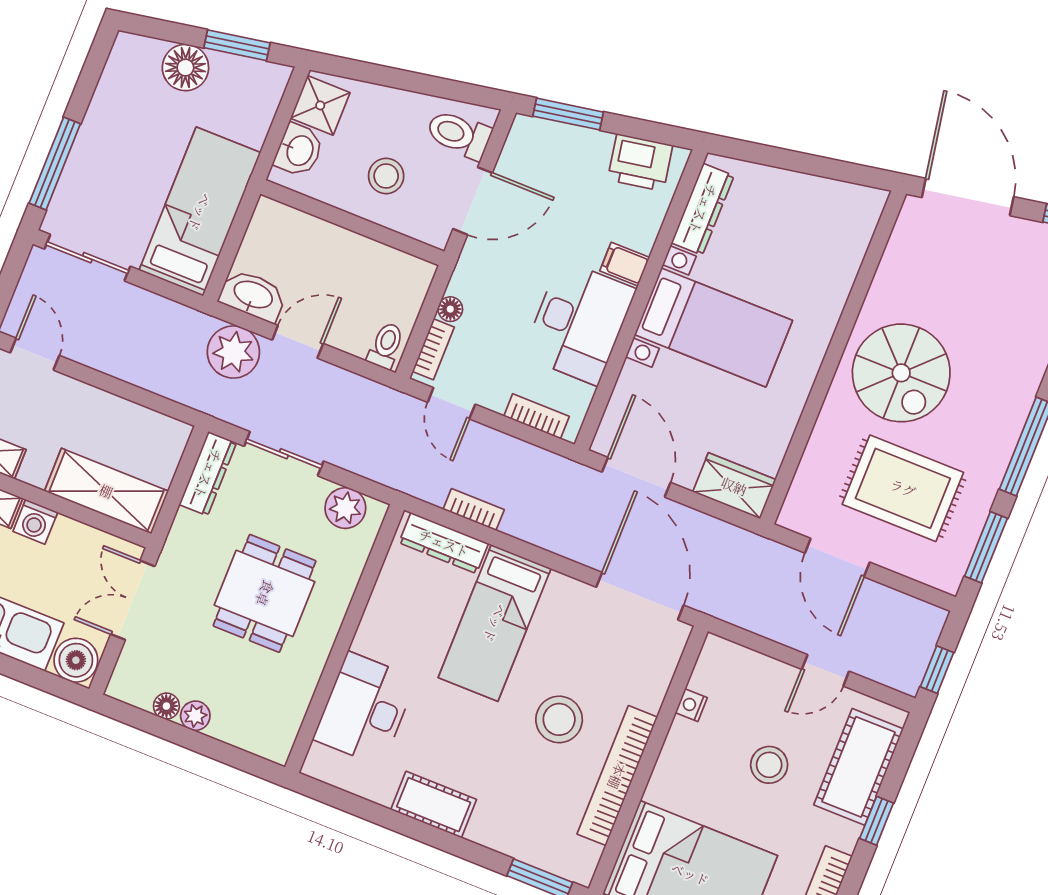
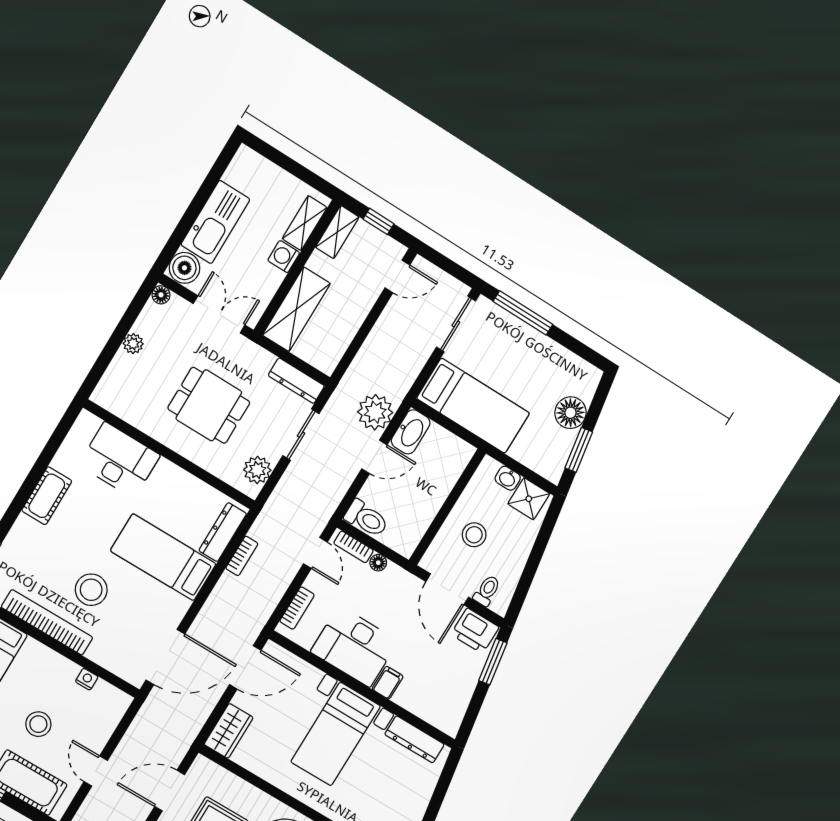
toilet: (459, 134) -> (487, 591), width x0.73, depth x0.72
washbasin: (299, 150) -> (508, 478), width x0.72, depth x0.69
printer: (640, 162) -> (475, 631), moved, turned -80
door: (298, 342) -> (374, 457), hinge flipped
toilet: (386, 346) -> (366, 519), width x1.37, depth x1.39
door: (451, 403) -> (315, 553), swing flipped
floor lamp: (166, 706) -> (161, 295), moved

